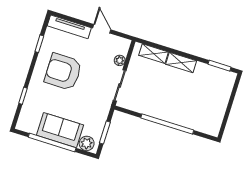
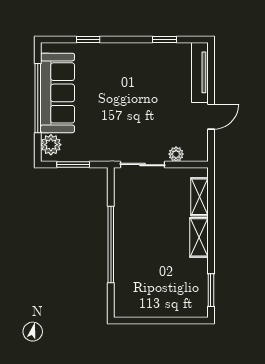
armchair: (63, 72) -> (137, 83), removed
sofa: (60, 130) -> (58, 93), width x1.36

